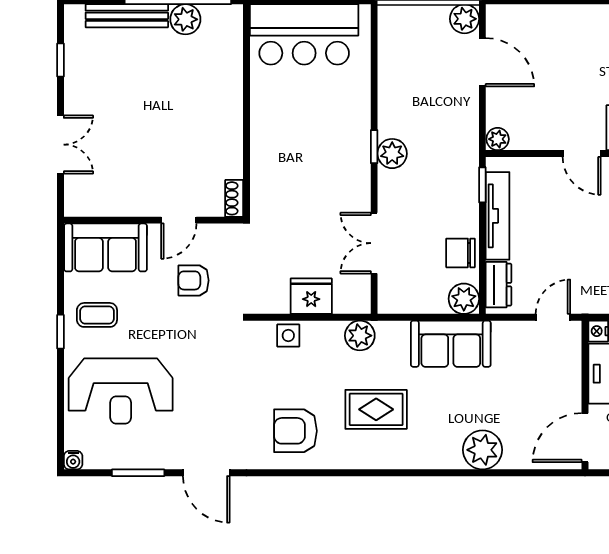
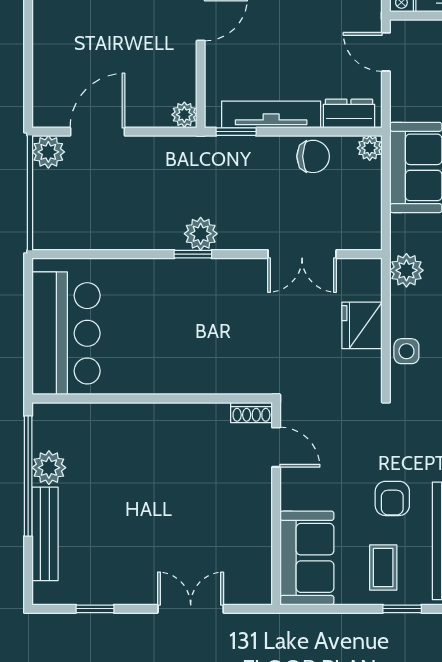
door: (179, 220) -> (276, 447), moved
chair: (460, 253) -> (313, 156), turned -90
armchair: (194, 280) -> (392, 498), moved
plant: (464, 299) -> (370, 148), width x0.73, depth x0.73

